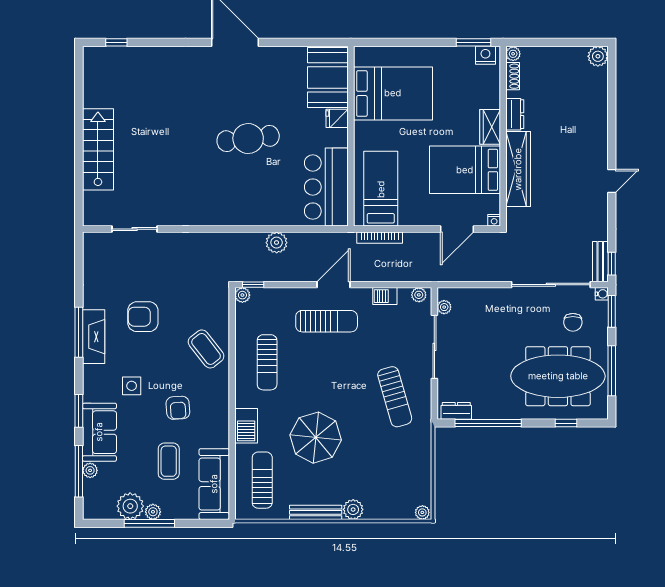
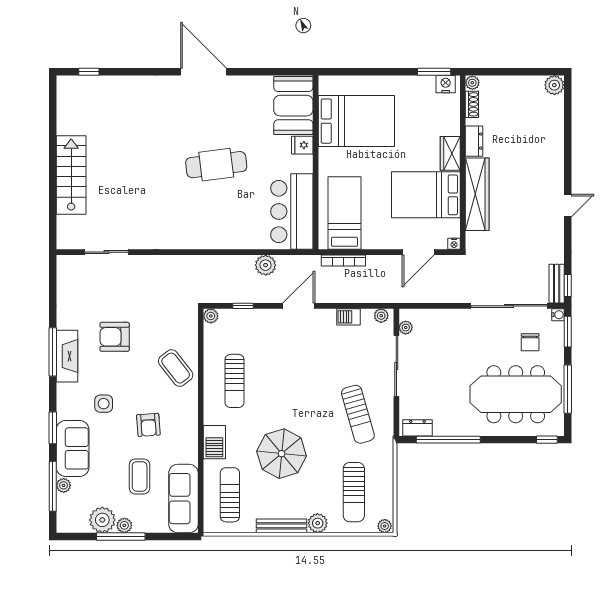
plant: (277, 243) -> (266, 265), moved
window: (253, 285) -> (243, 306), moved
sun lounger: (327, 321) -> (354, 492), moved, turned 90
window: (566, 423) -> (547, 440), moved

